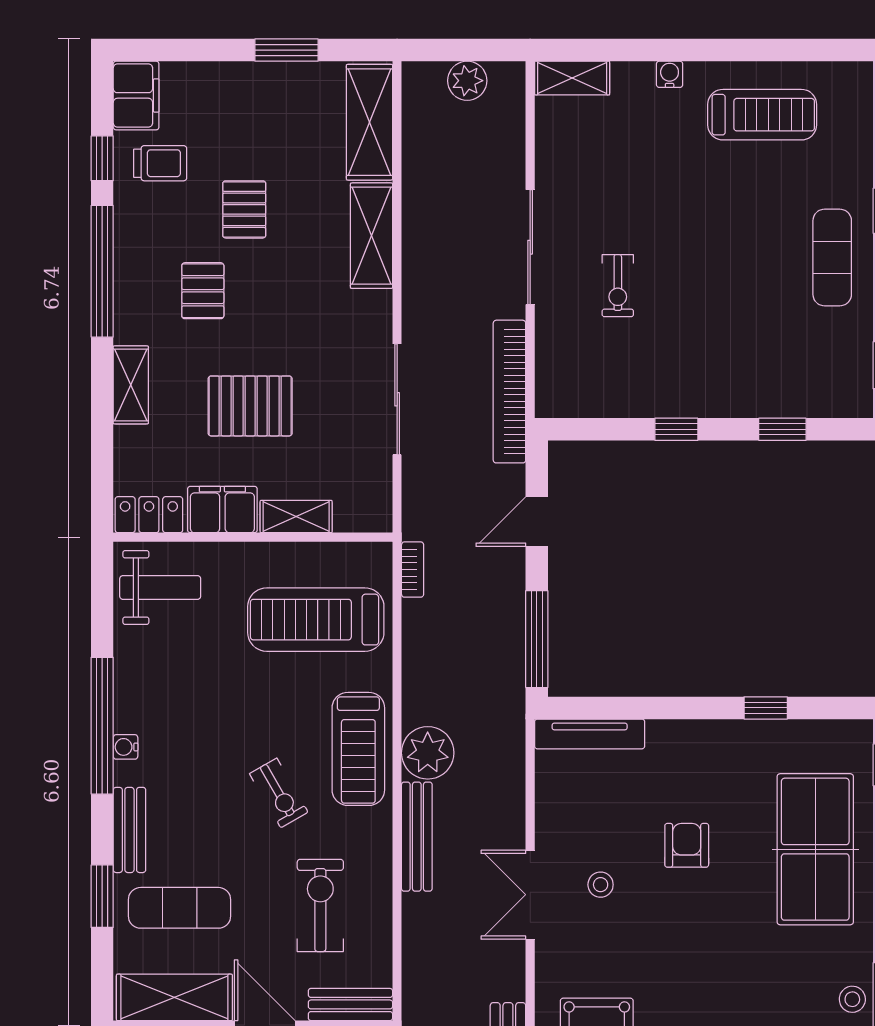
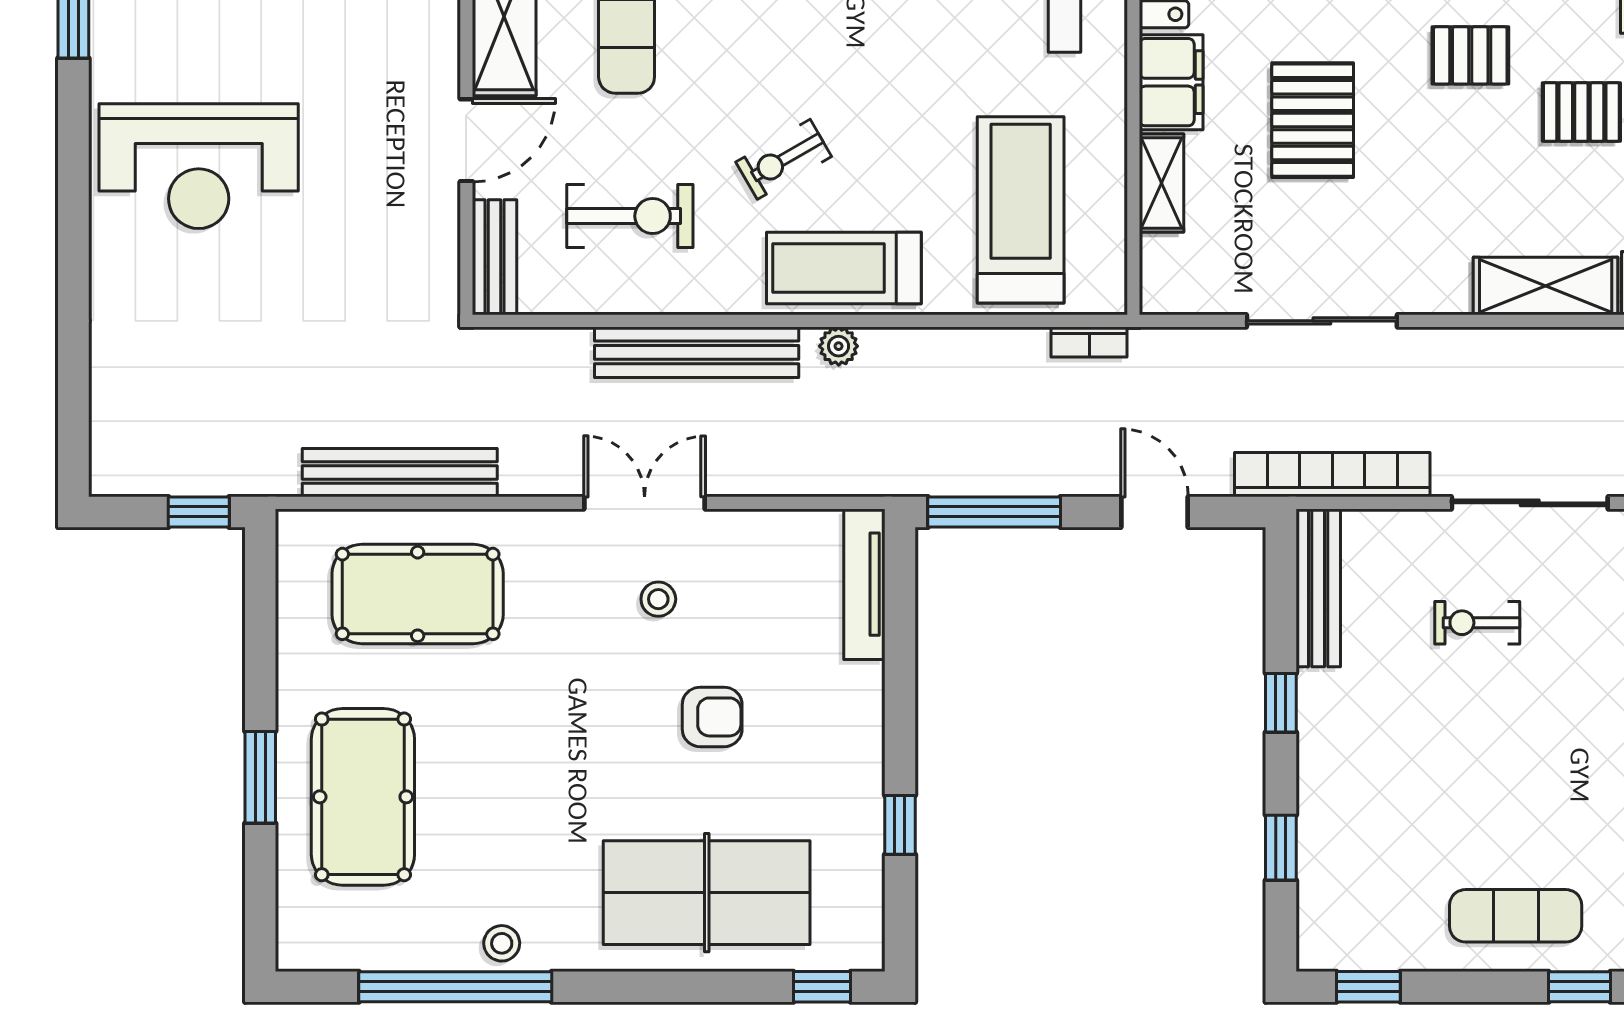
bench: (592, 402) -> (1318, 588), added
plant: (428, 753) -> (839, 346), width x0.53, depth x0.53
bench: (417, 837) -> (697, 352), width x1.37, depth x1.21

